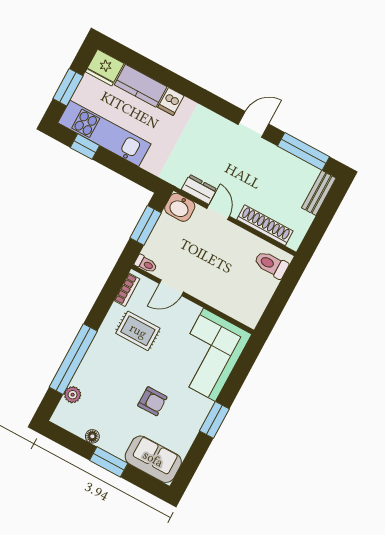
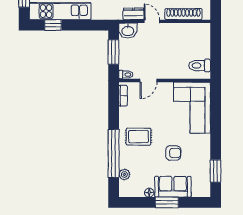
toilet: (271, 264) -> (200, 65), moved
rug: (138, 331) -> (139, 137), moved
window: (214, 420) -> (216, 171), moved
sofa: (153, 459) -> (173, 187), moved

